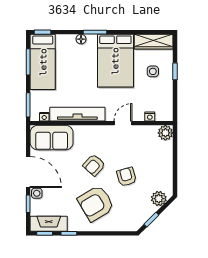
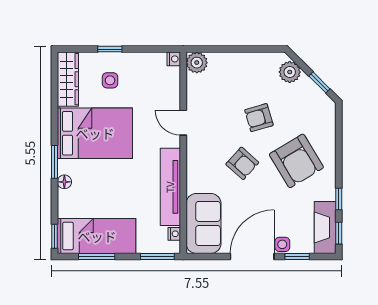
nightstand: (150, 116) -> (174, 59), moved

